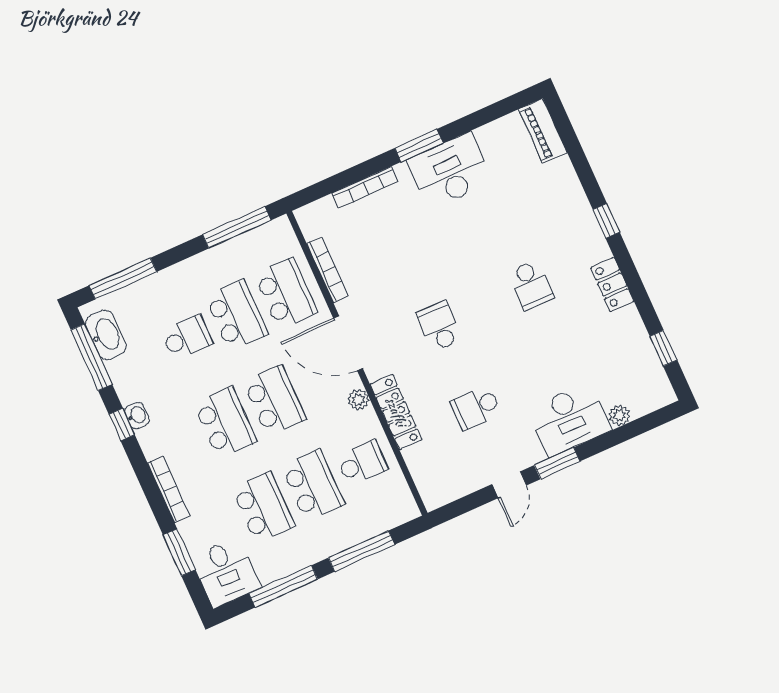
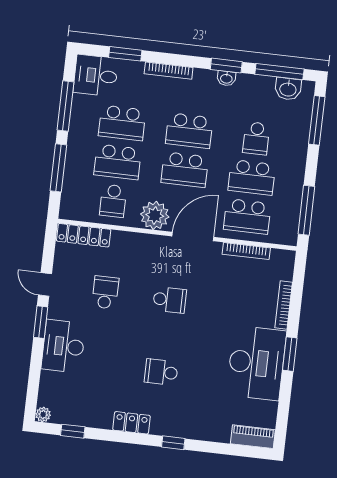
desk: (450, 171) -> (256, 363), width x1.36, depth x1.30
washbasin: (106, 335) -> (288, 89), width x0.72
plant: (358, 400) -> (155, 215), width x1.87, depth x1.87
locker: (396, 412) -> (84, 235), moved
plant: (620, 415) -> (43, 414), moved
window: (122, 425) -> (226, 66), width x1.50

